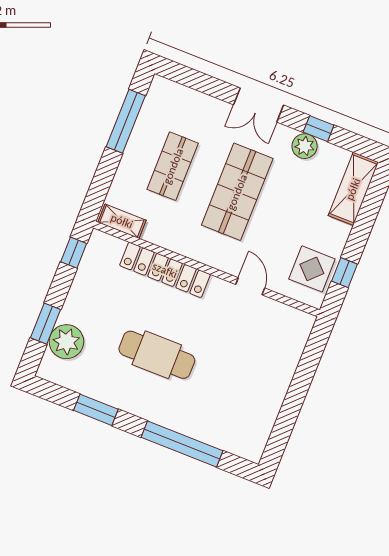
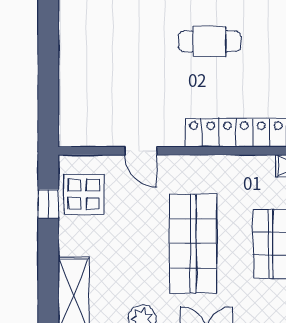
cafe table: (157, 355) -> (210, 41), width x0.73, depth x0.74

